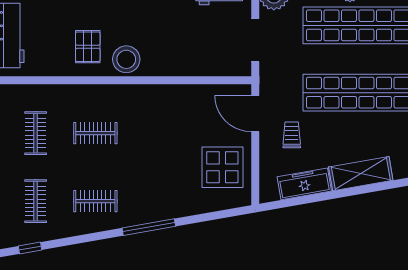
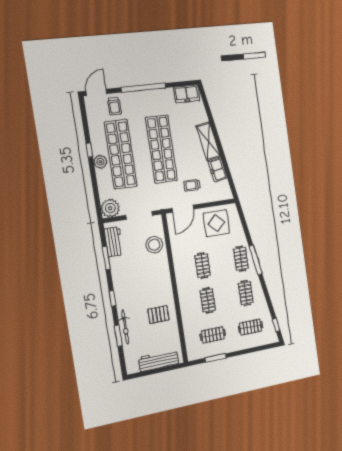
stool: (126, 59) -> (154, 245), moved
clothes rail: (155, 133) -> (203, 266), added
freezer: (304, 184) -> (218, 170), width x0.71
clothes rail: (155, 201) -> (241, 259), added

